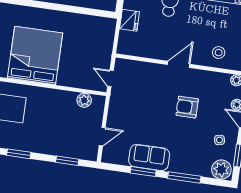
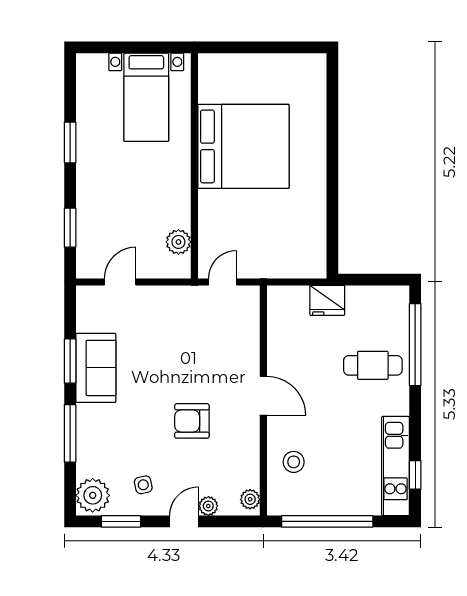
armchair: (187, 107) -> (192, 421), turned -90
door: (102, 137) -> (120, 282), swing flipped

